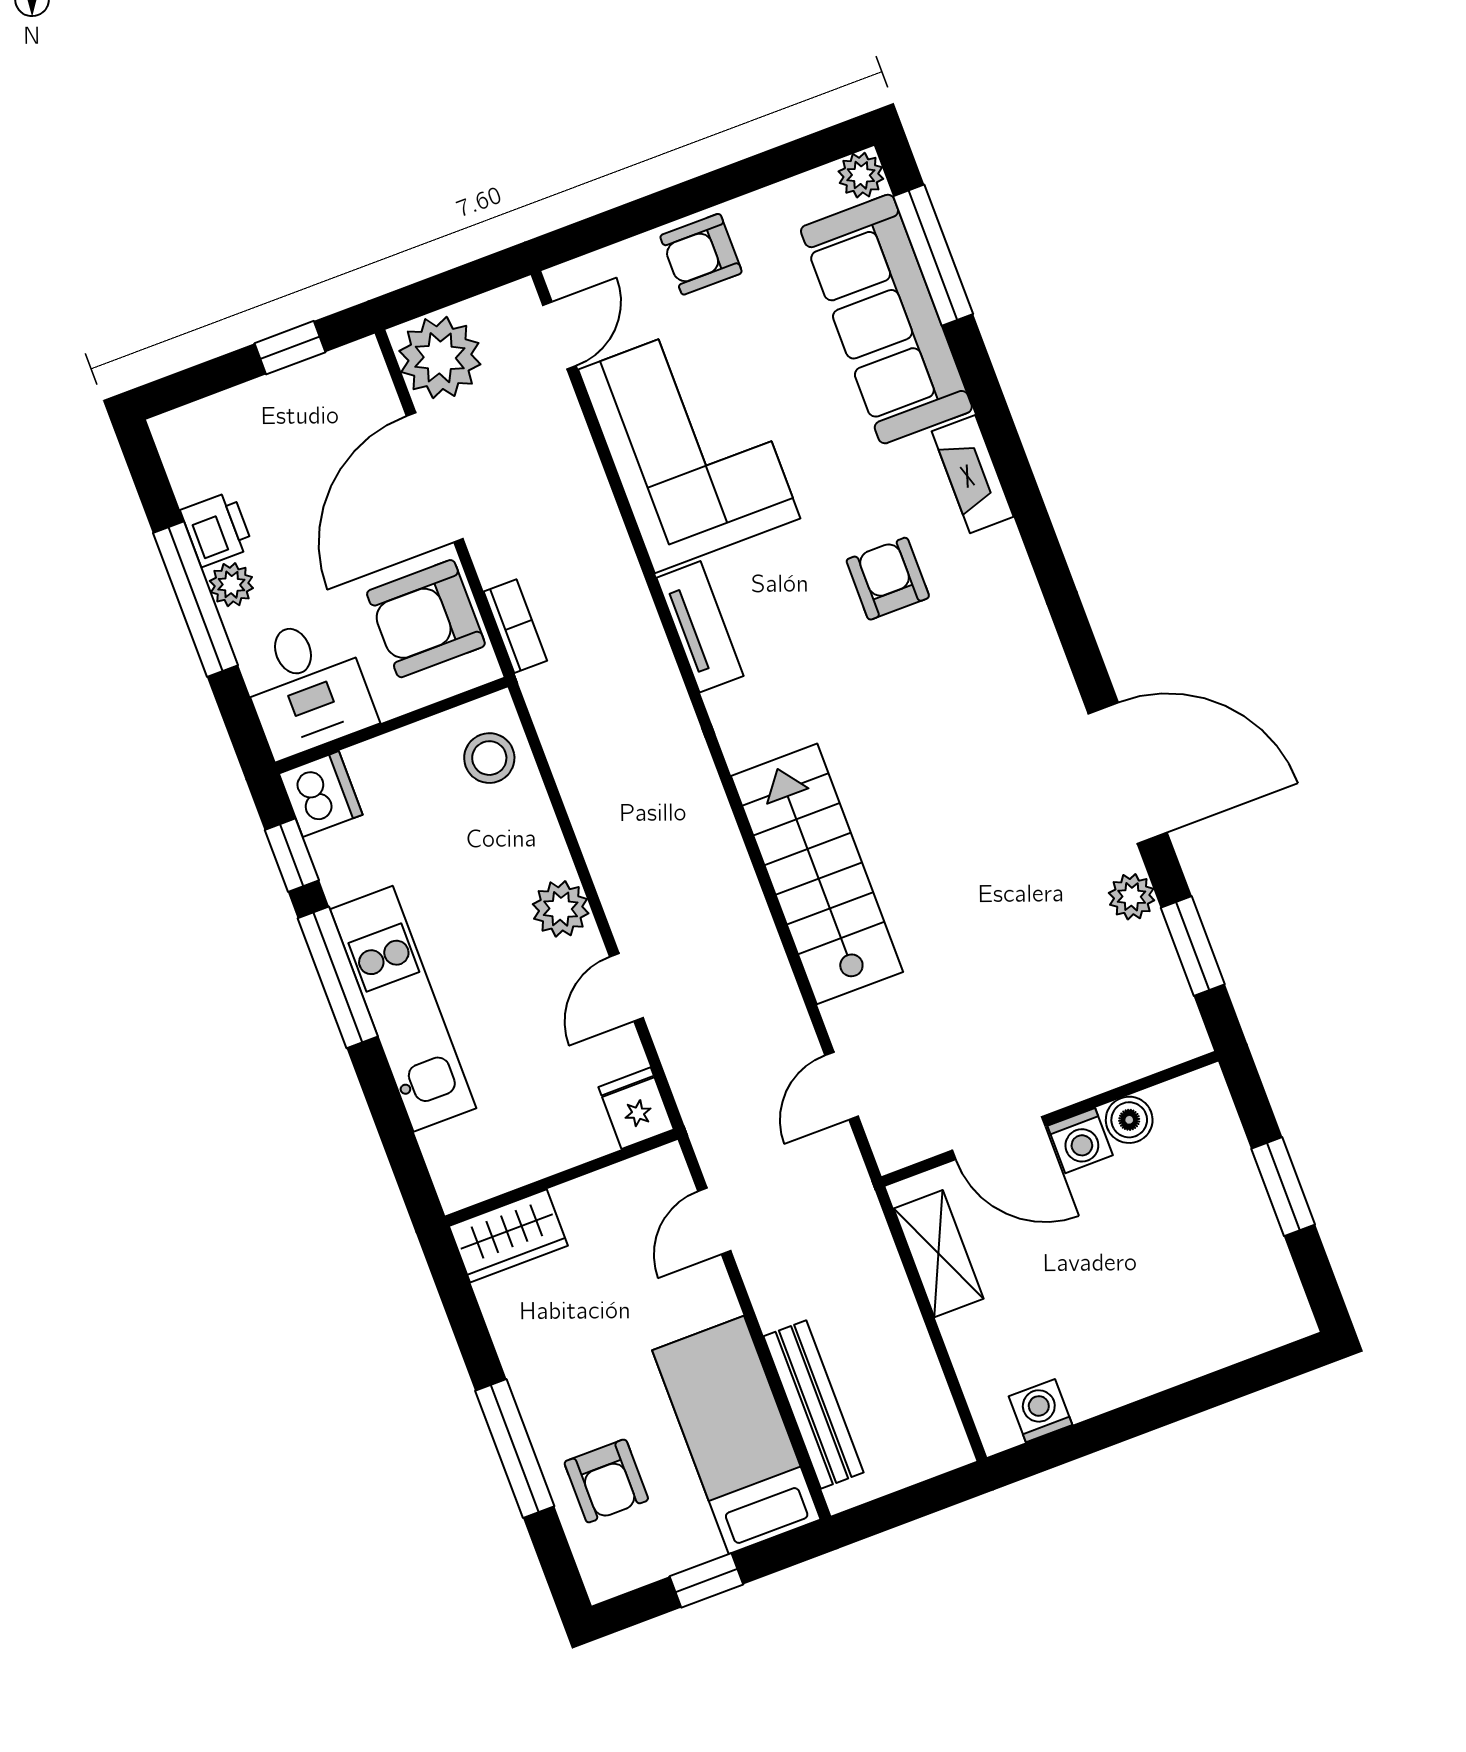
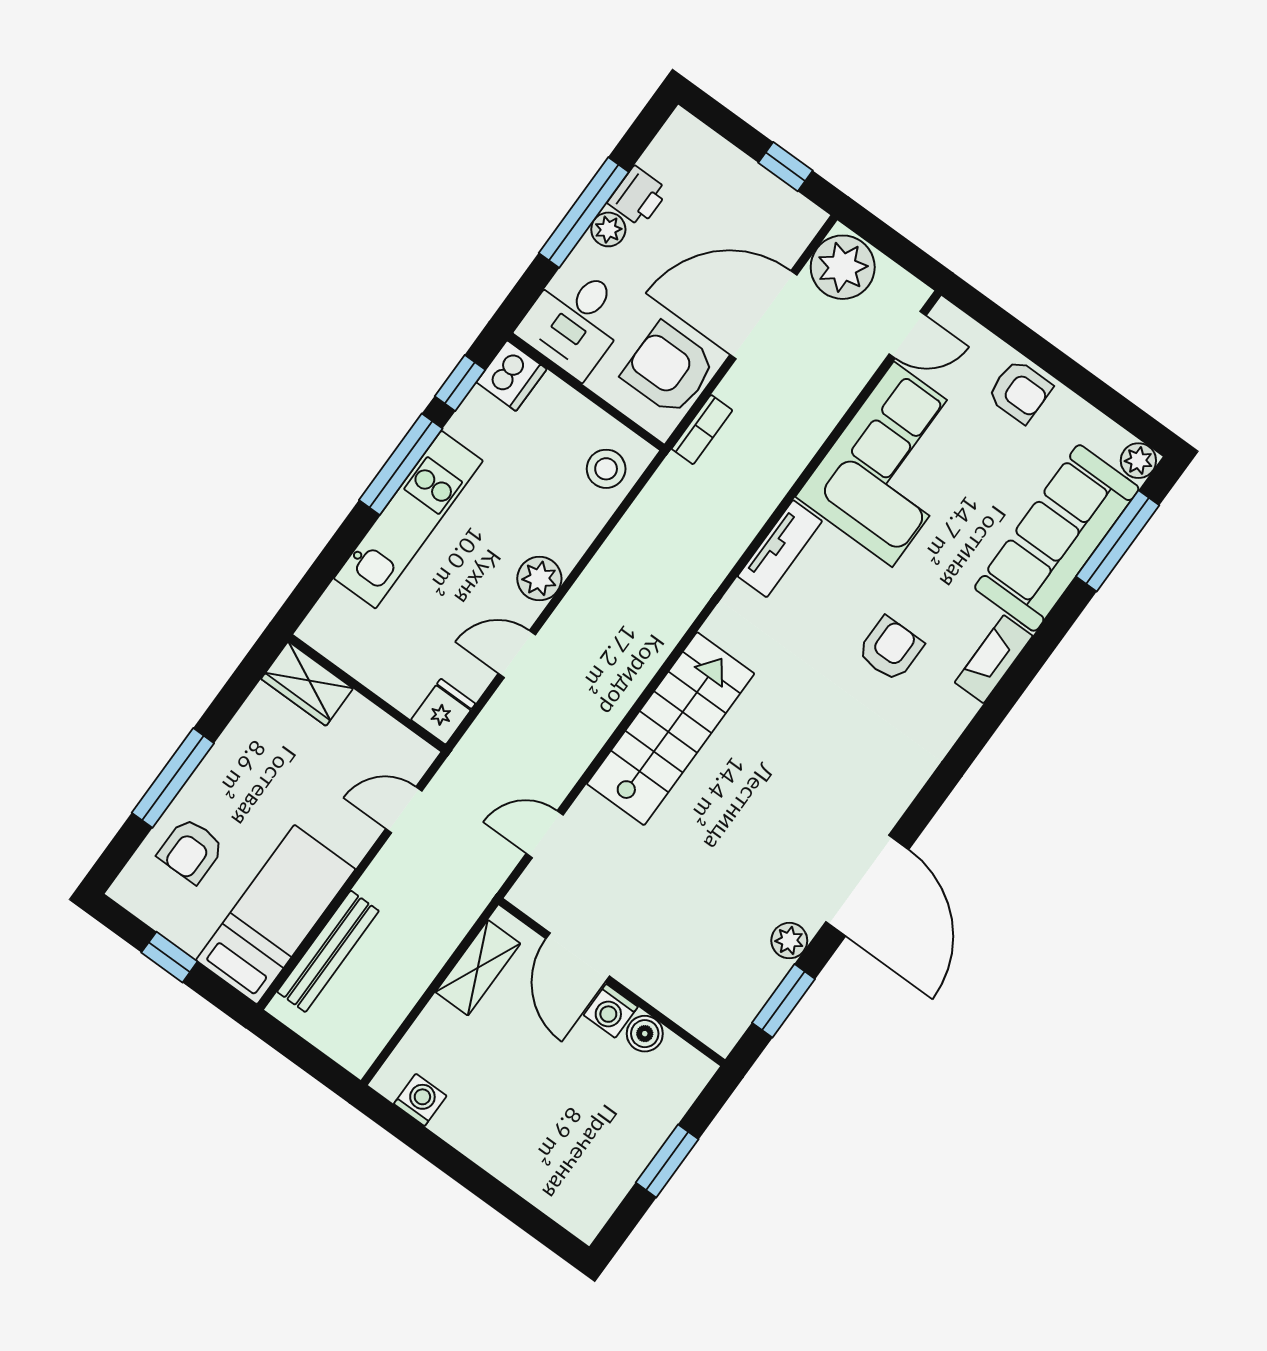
armchair: (701, 254) -> (1020, 391), turned 180

